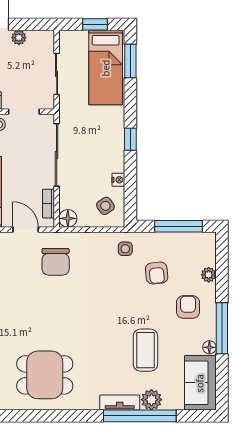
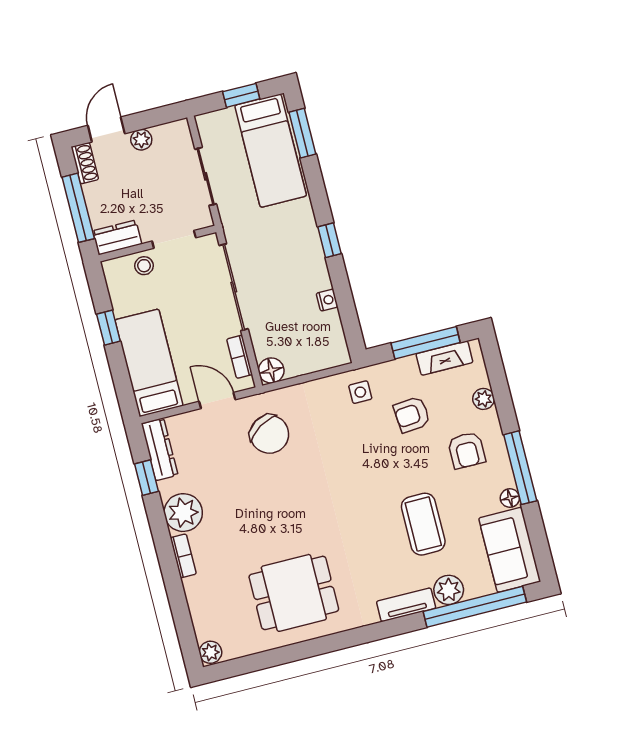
side table: (105, 206) -> (318, 340), removed
fireplace: (189, 240) -> (444, 358), added
chair: (56, 262) -> (269, 434), turned -32
armchair: (157, 273) -> (412, 415), turned 91
armchair: (188, 307) -> (467, 450), turned 180
window: (140, 416) -> (475, 607), moved

